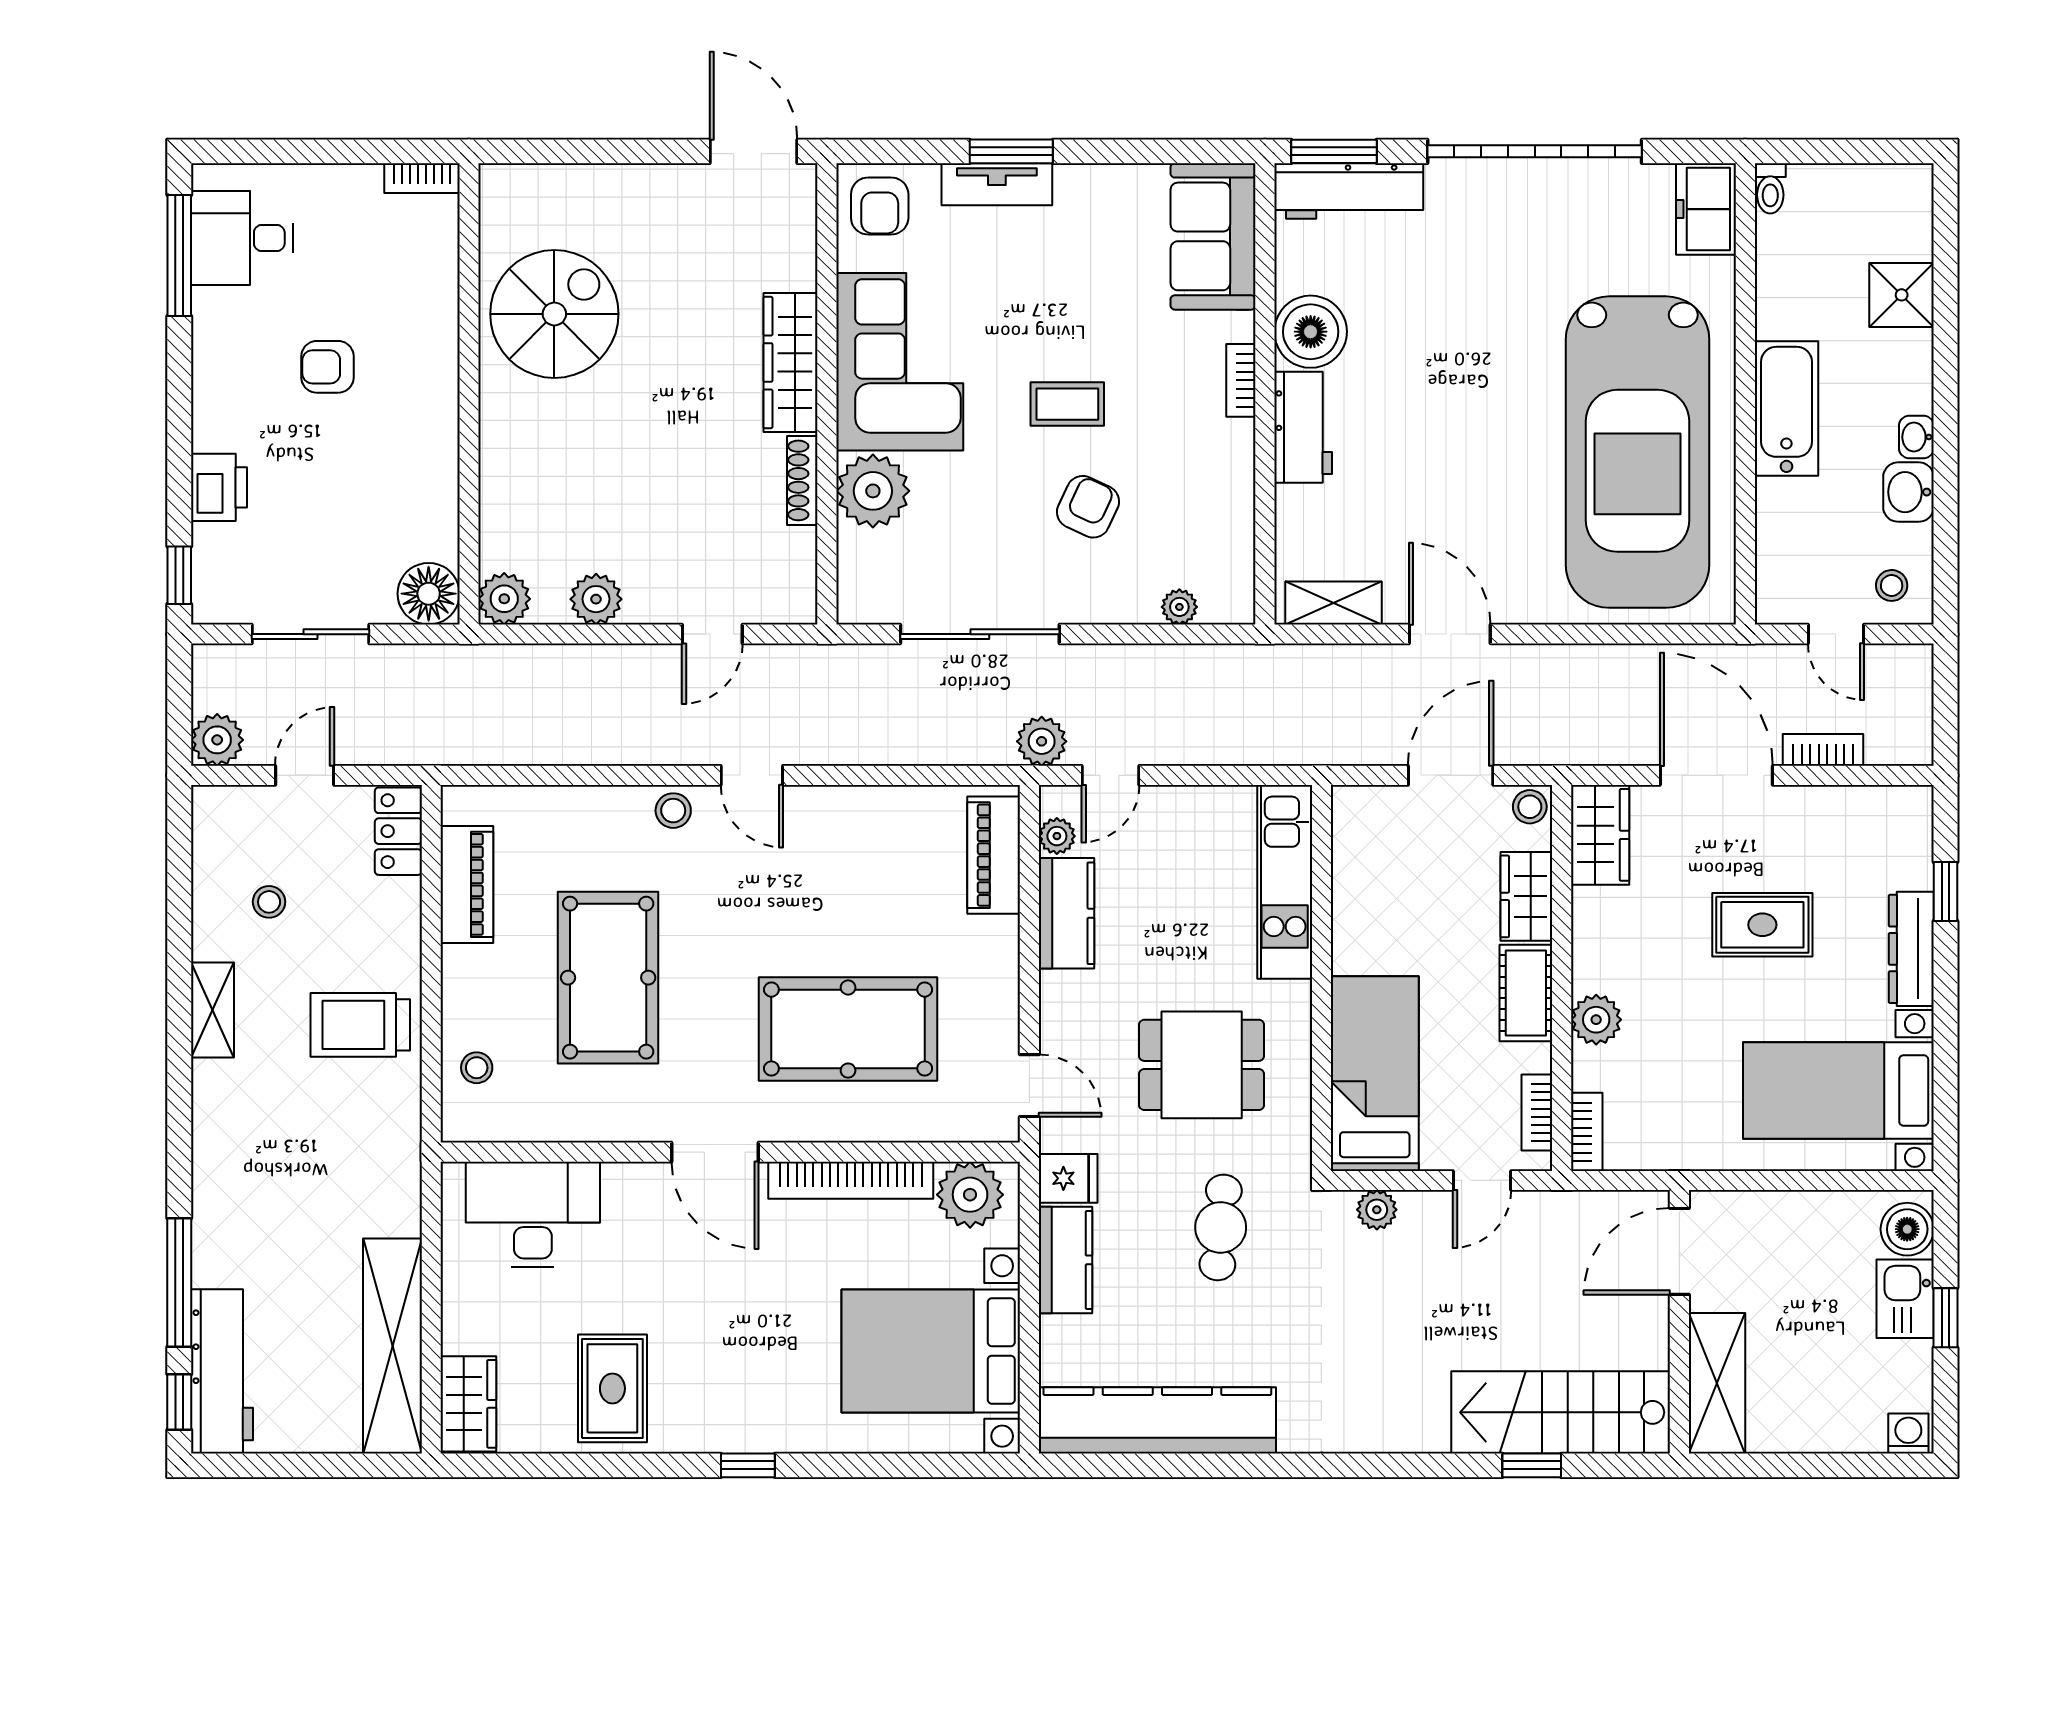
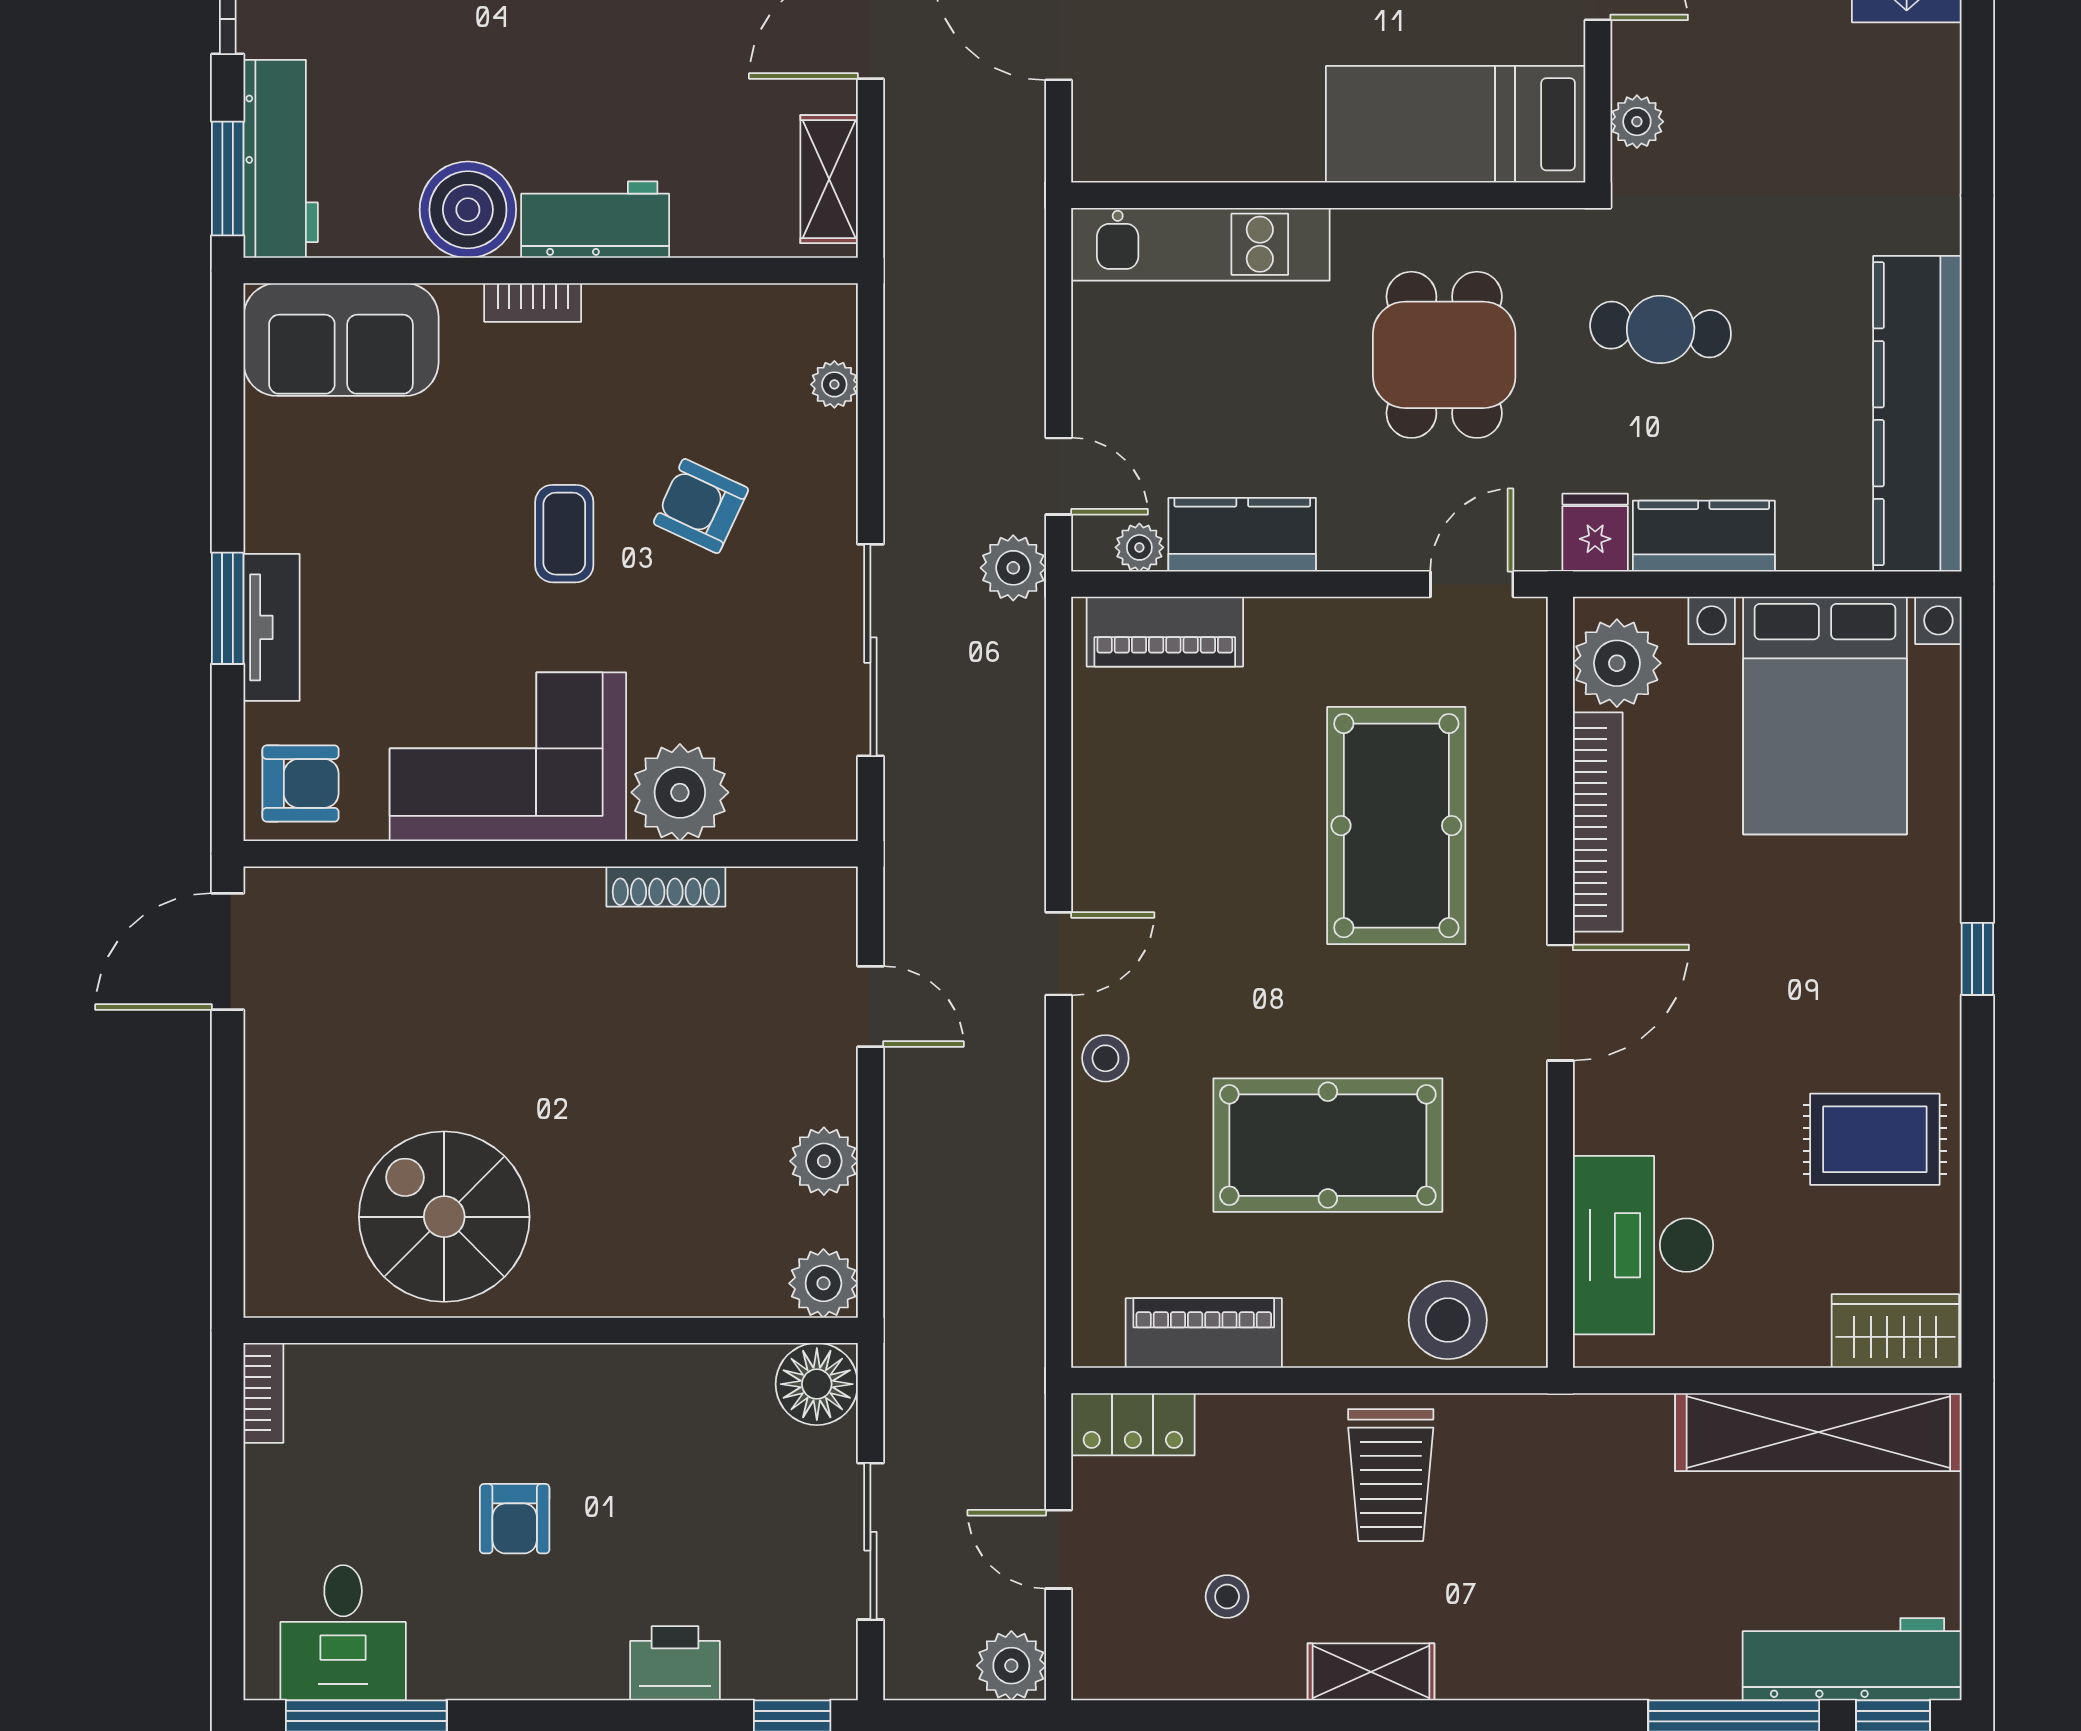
wardrobe: (791, 362) -> (509, 902), removed
stool: (477, 1068) -> (1448, 1320), width x1.89, depth x1.89

